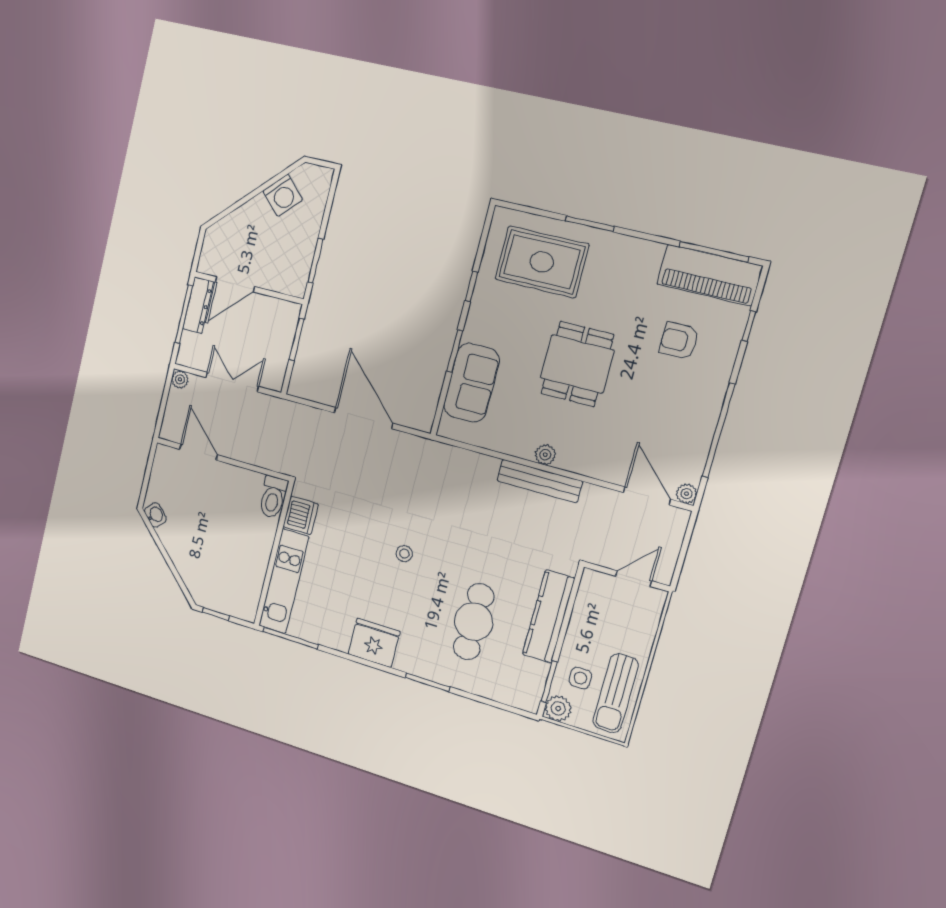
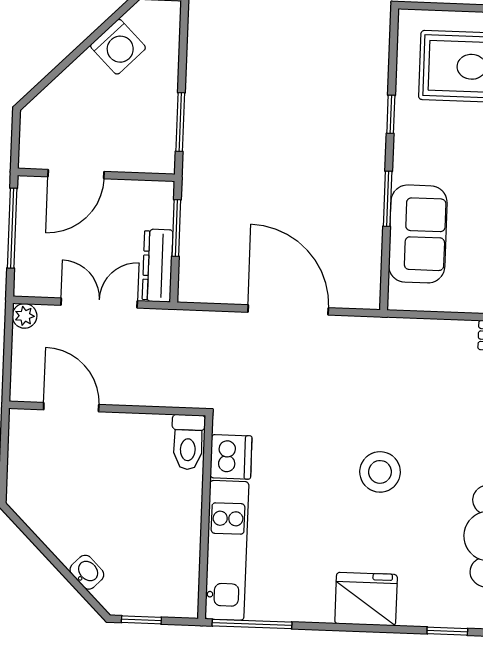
dresser: (198, 305) -> (158, 266), moved, turned 180
washbasin: (155, 515) -> (87, 572), moved
stool: (404, 554) -> (380, 472), width x1.89, depth x1.89
window: (427, 682) -> (447, 631), width x0.67

